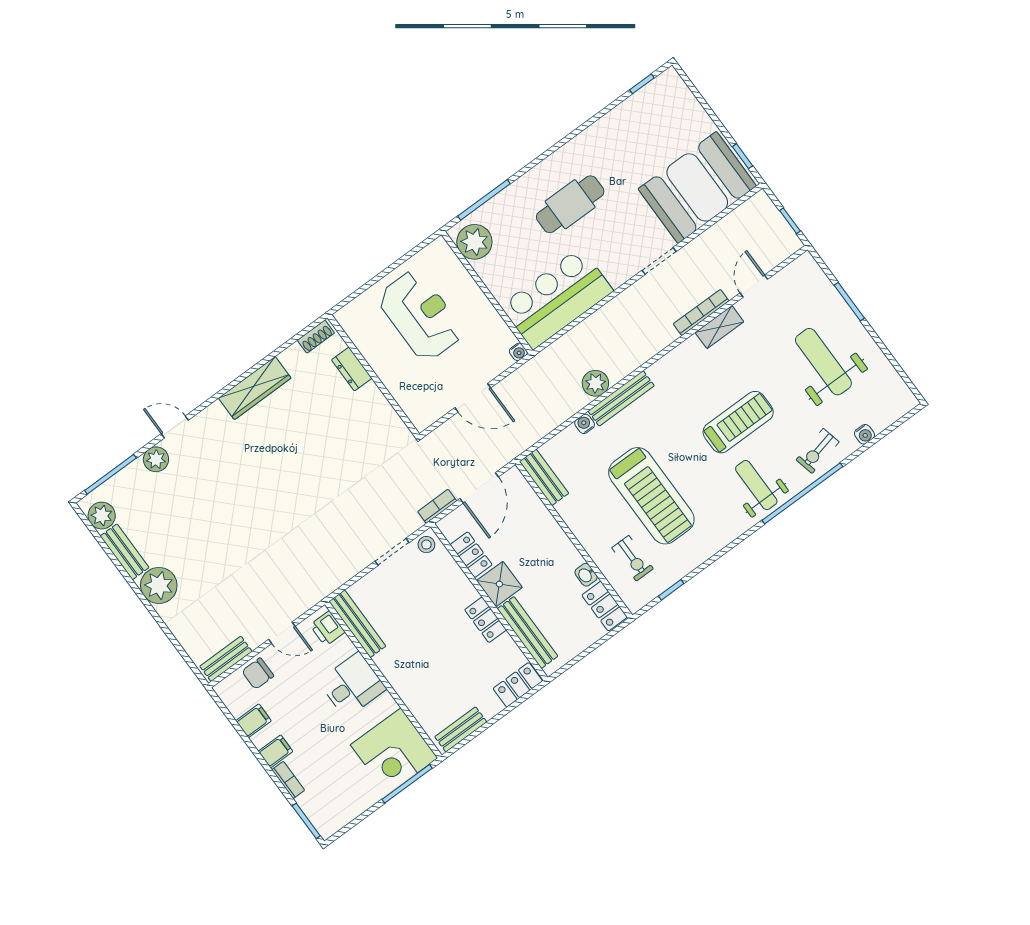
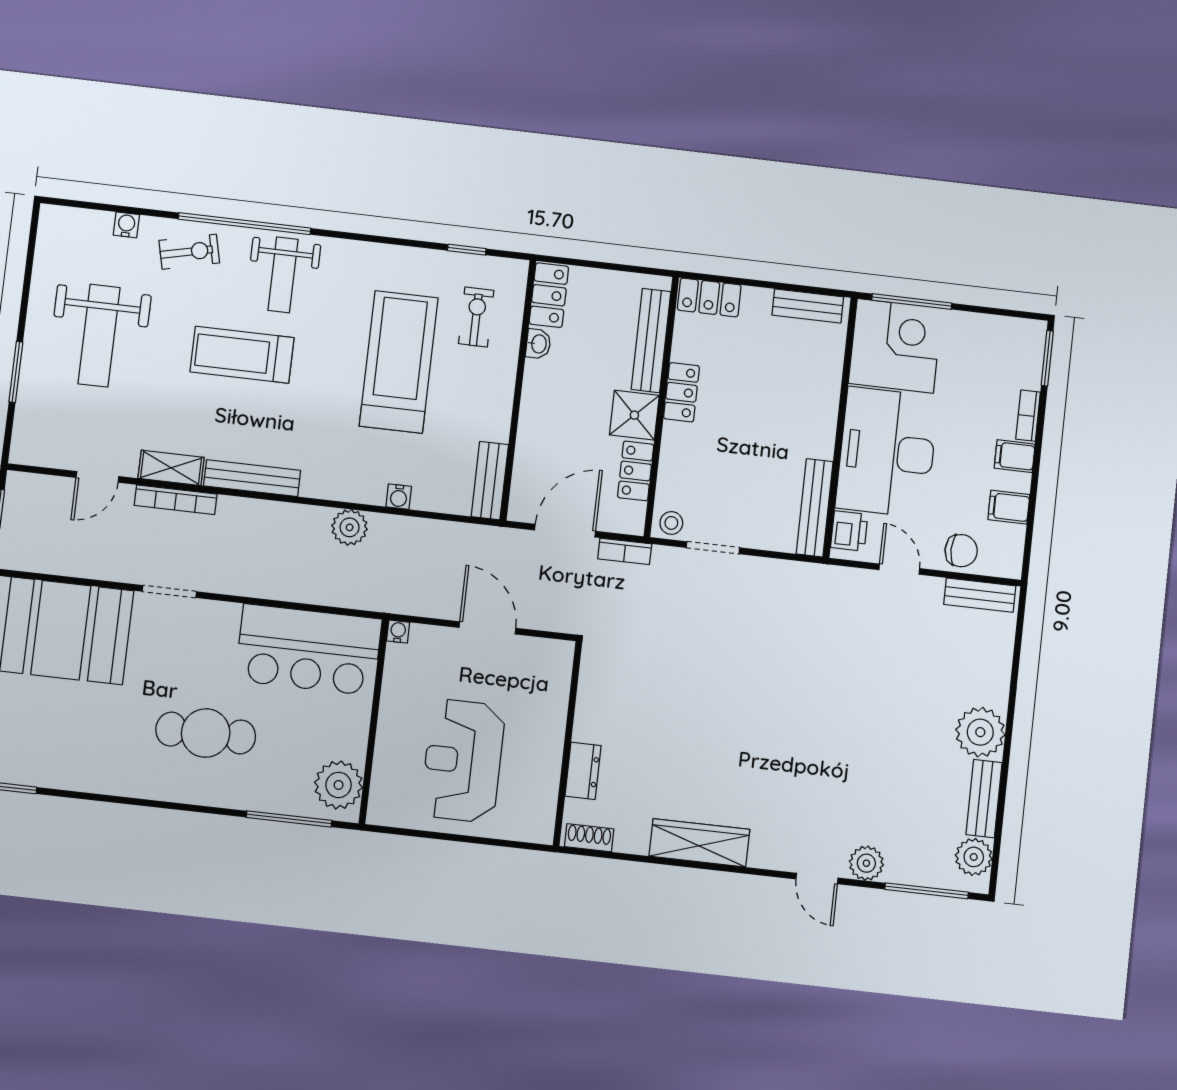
bench: (621, 398) -> (252, 478), moved
desk: (352, 685) -> (887, 452), width x1.87, depth x1.30

